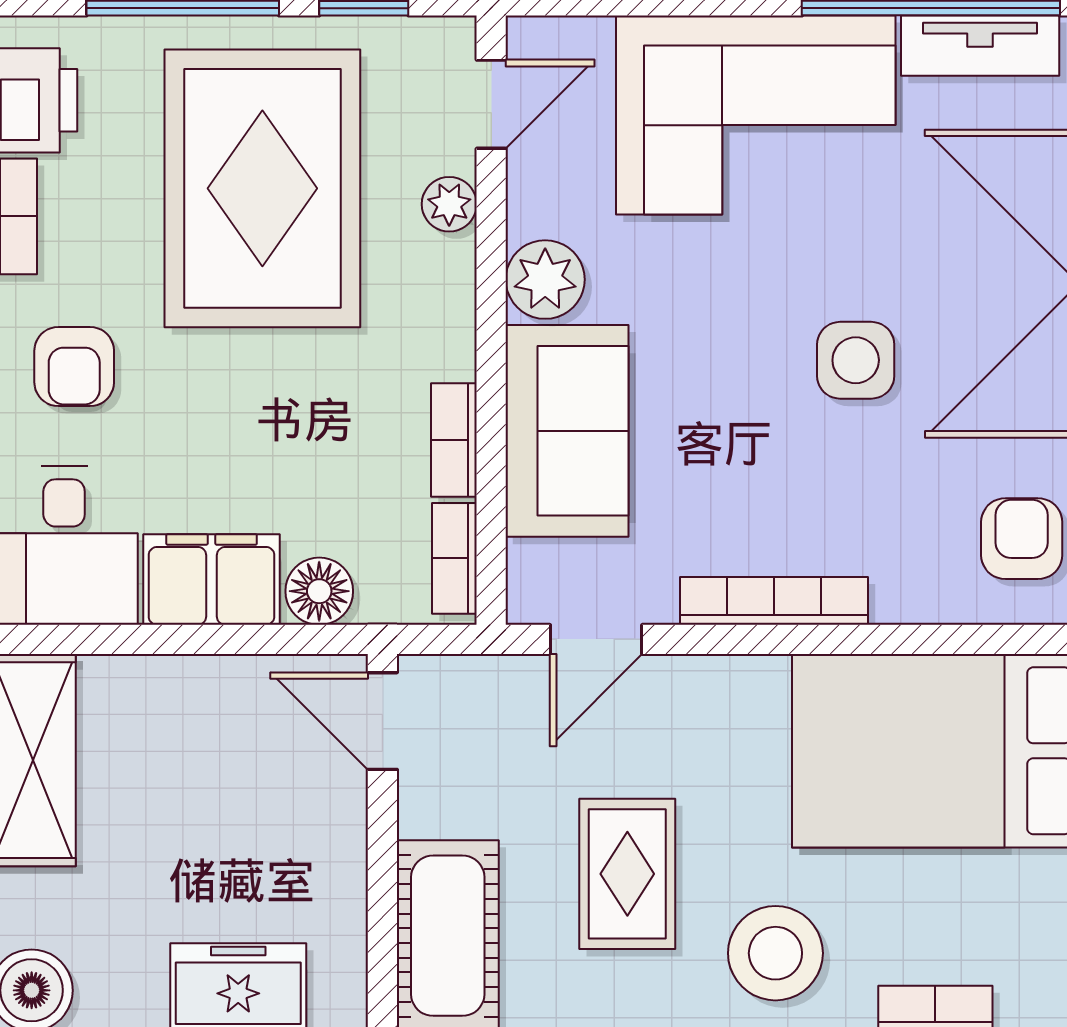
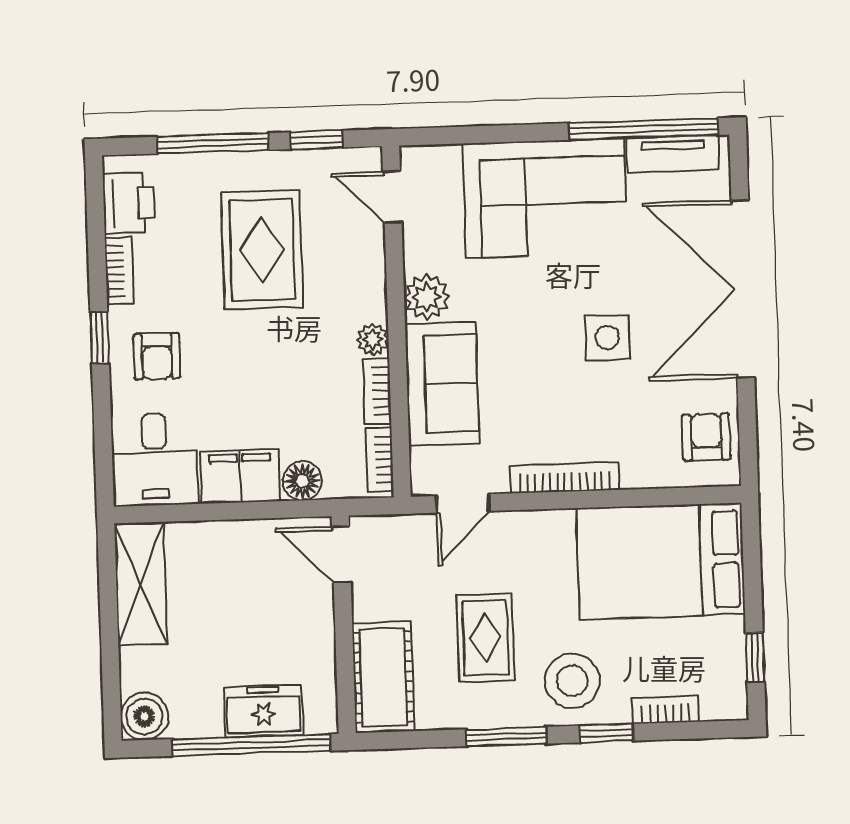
door: (491, 104) -> (392, 197), swing flipped
rug: (262, 188) -> (262, 250), width x0.73, depth x0.69
plant: (449, 204) -> (373, 339), moved

